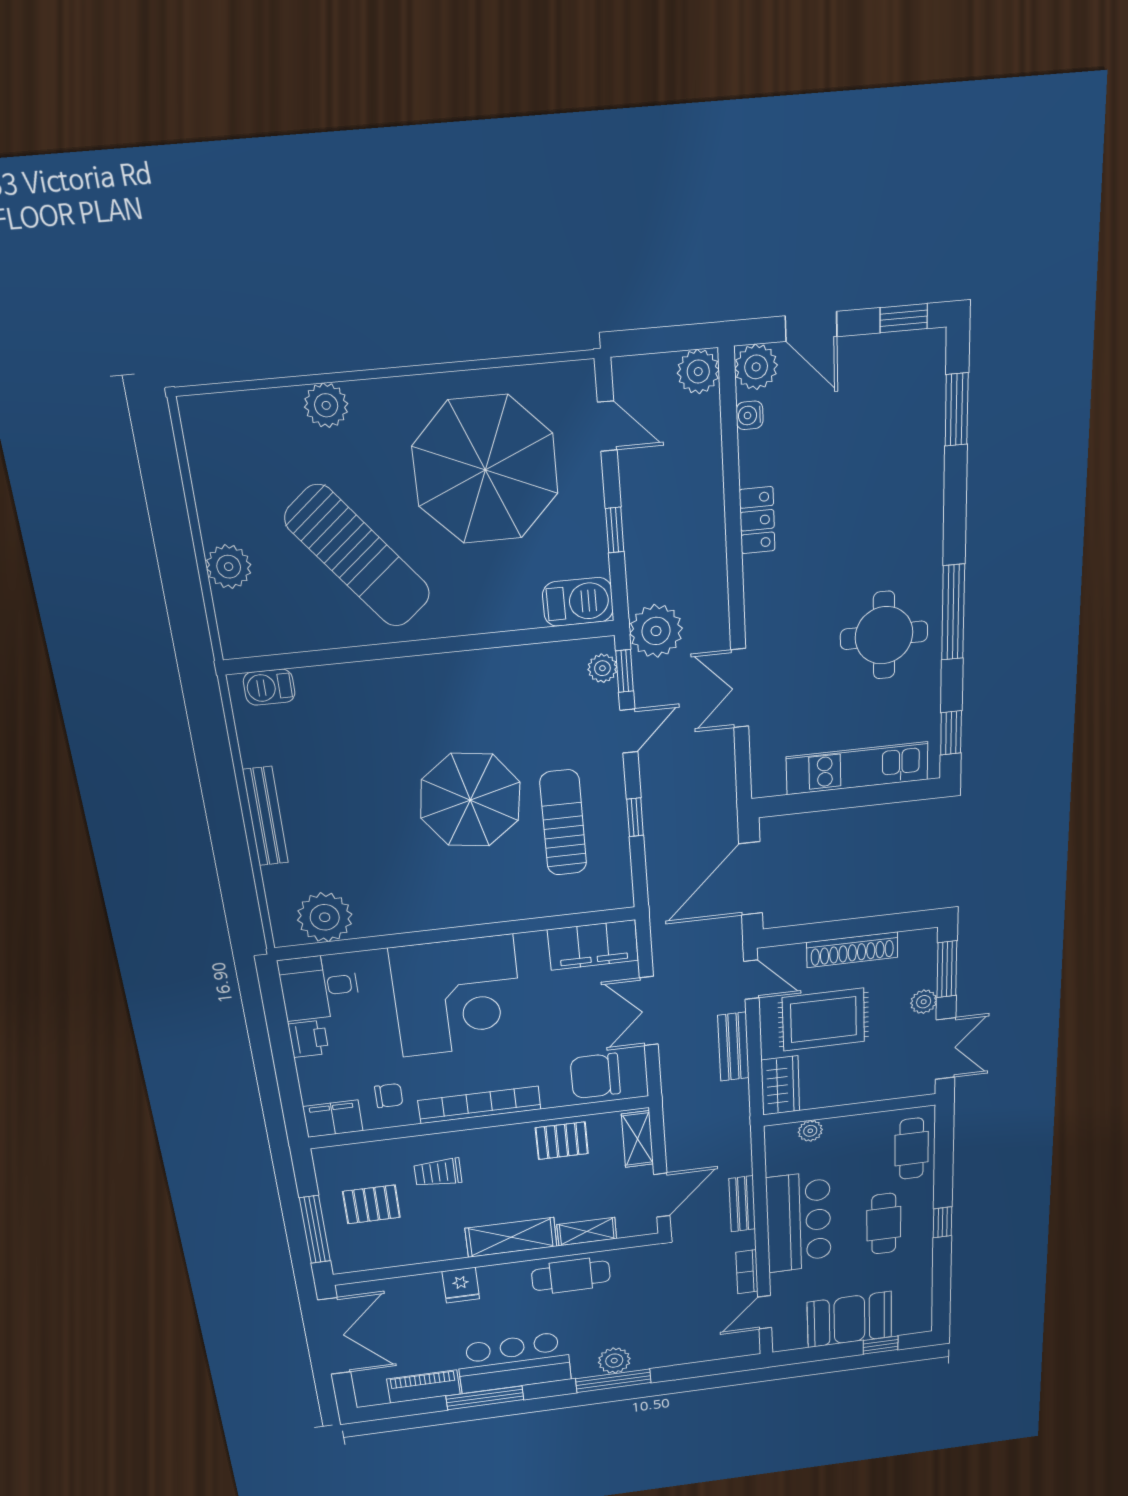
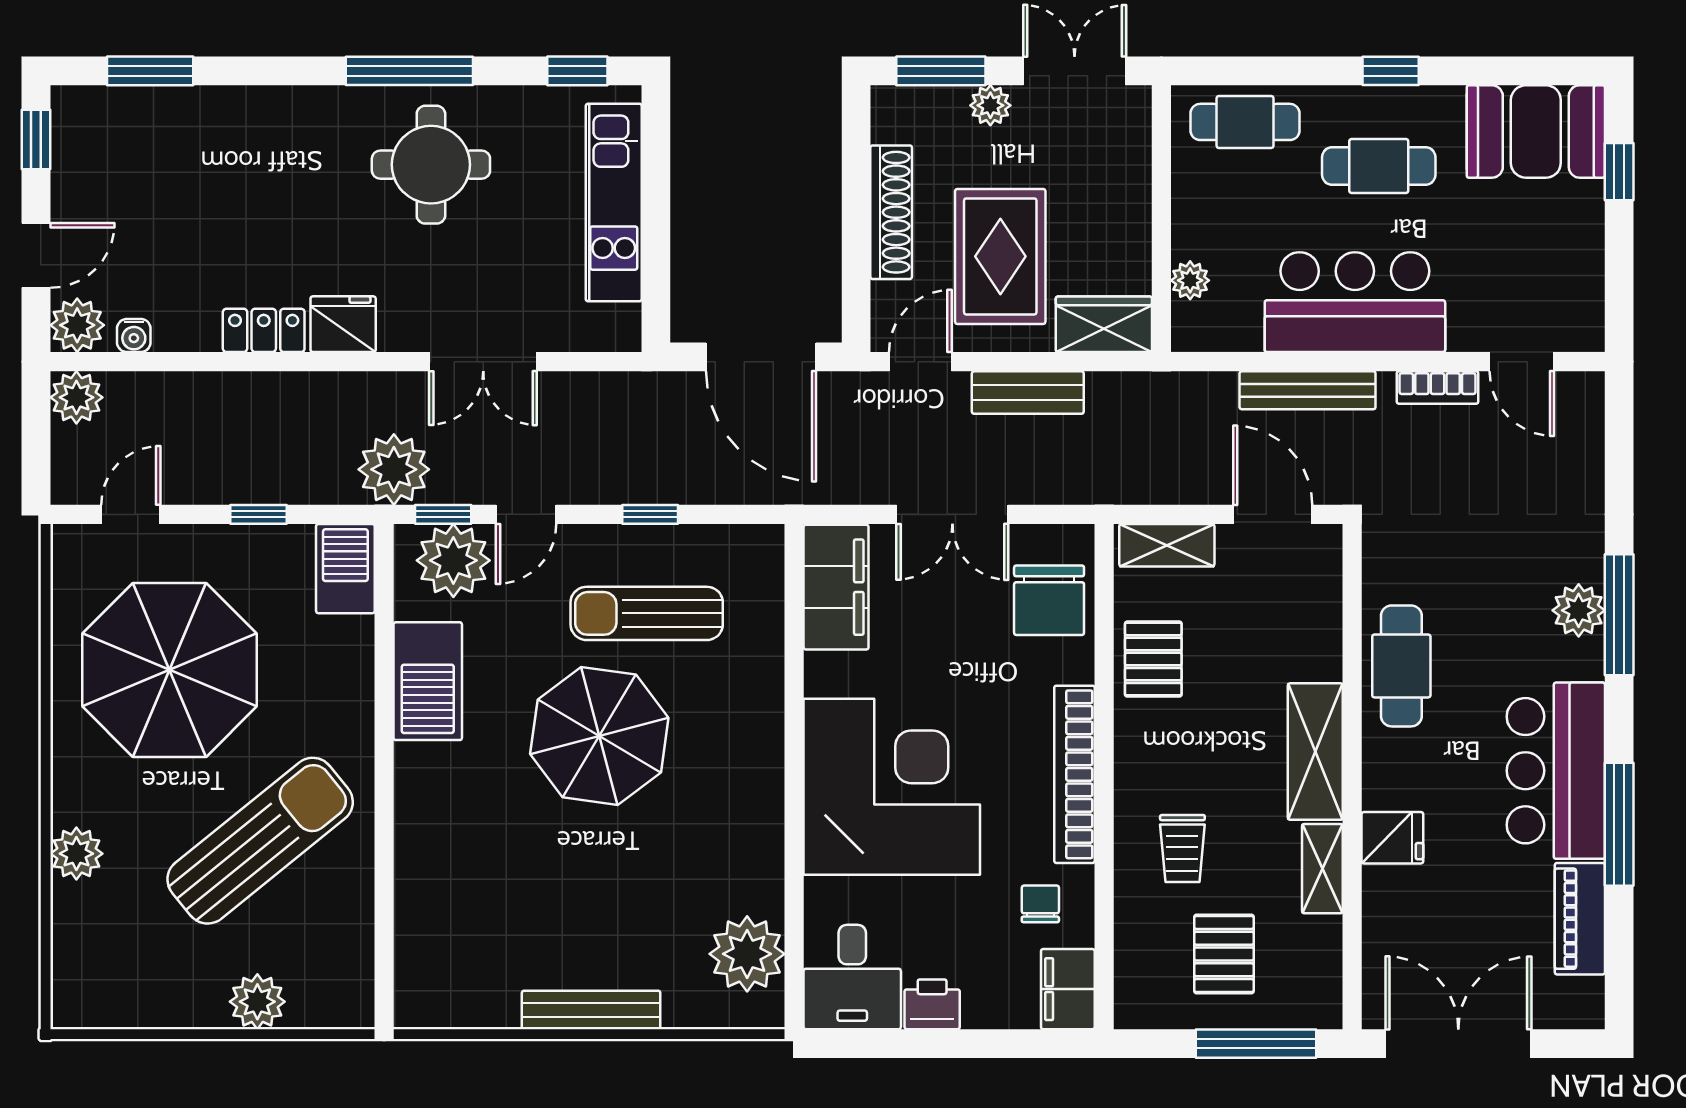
fridge: (764, 581) -> (343, 324), added
plant: (602, 668) -> (453, 560), width x1.87, depth x1.87
barbecue: (269, 687) -> (428, 681), moved, width x1.88, depth x1.53
door: (629, 731) -> (526, 514), swing flipped
bench: (742, 1204) -> (1308, 390), width x1.36
shelving: (587, 1232) -> (1322, 869), moved
booth: (849, 1320) -> (1536, 131), moved, turned 90

